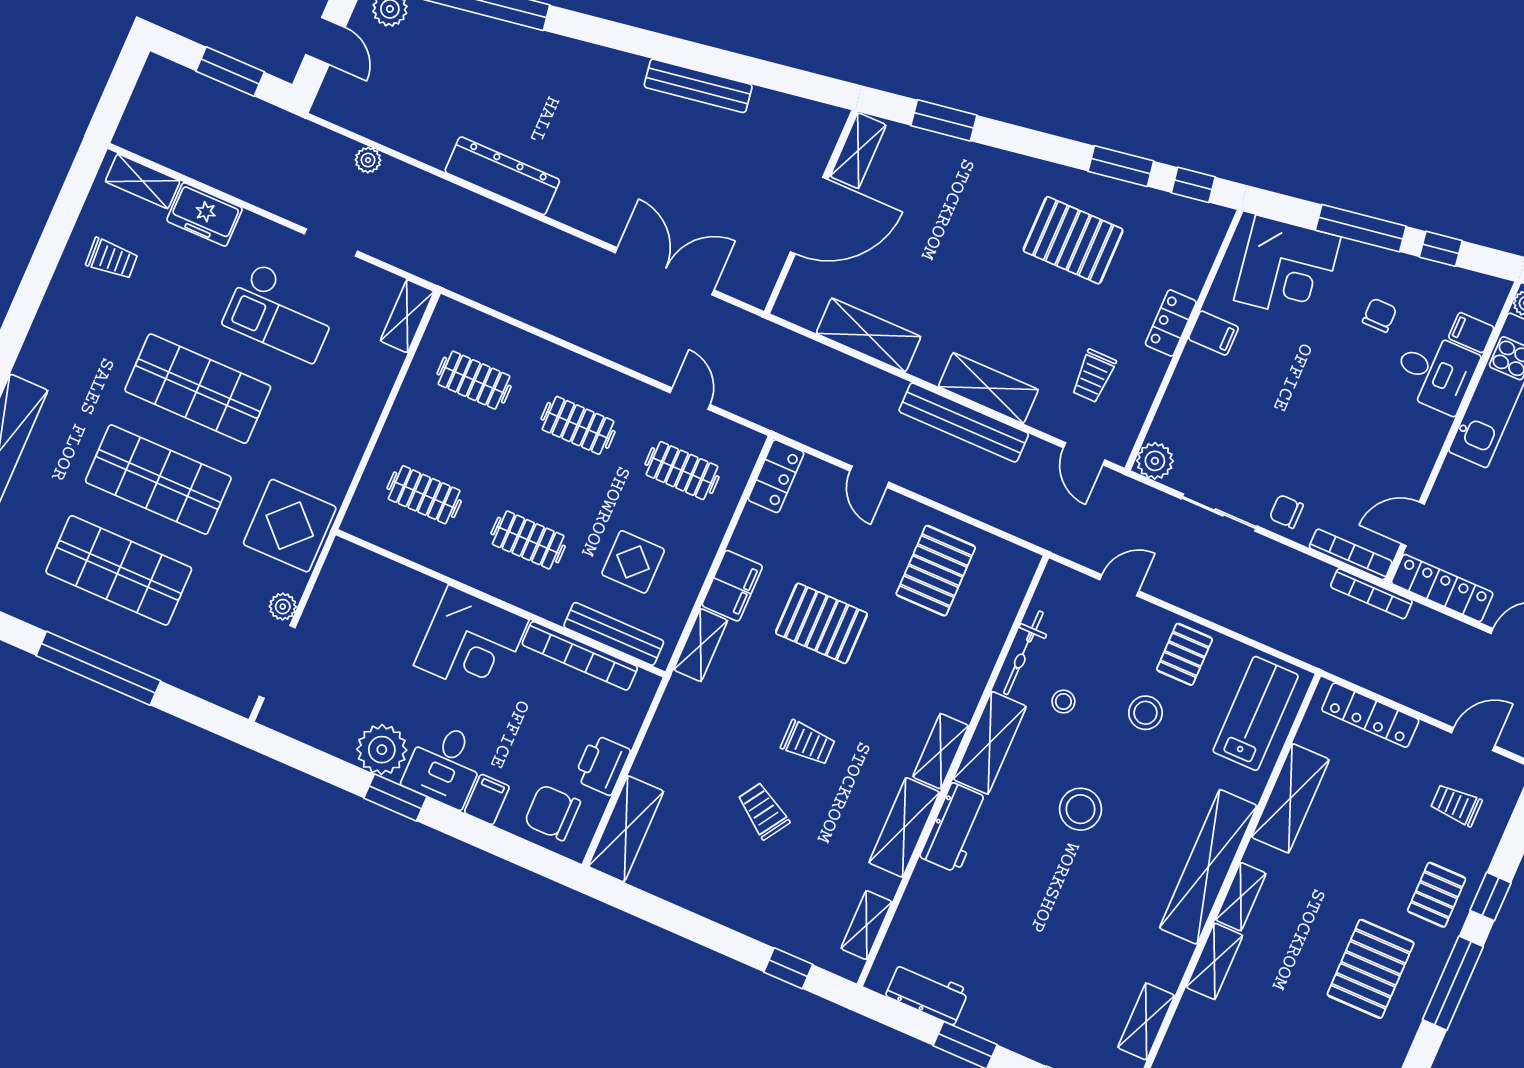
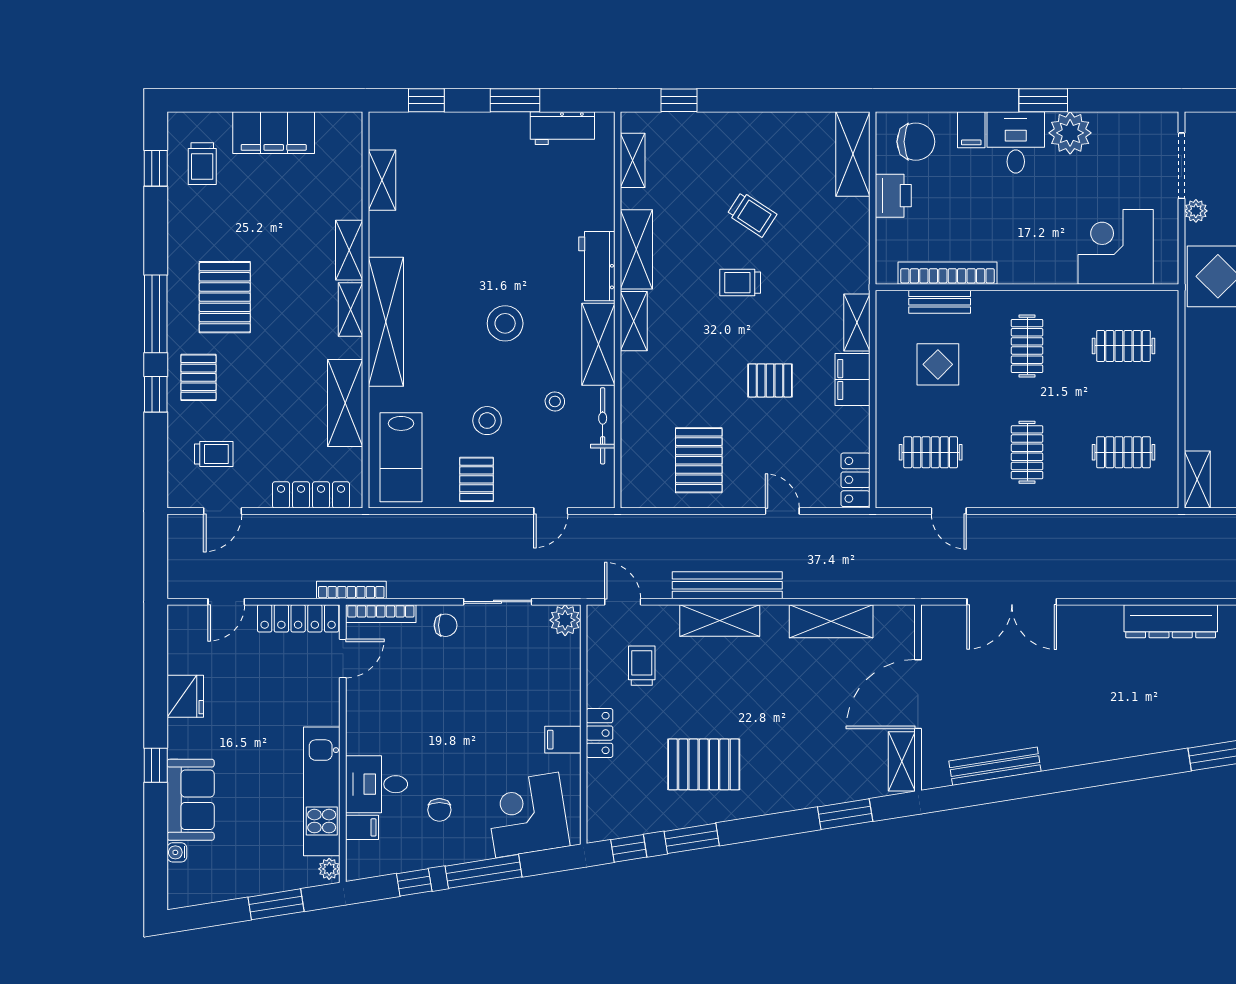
bench: (698, 86) -> (995, 766), moved
clothes rail: (578, 425) -> (1027, 452), turned 90
clothes rail: (528, 540) -> (1027, 346), turned 90
pallet: (822, 623) -> (770, 380), width x0.67, depth x0.71
bench: (614, 634) -> (940, 302), width x0.73
corner desk: (471, 642) -> (1116, 247), moved

